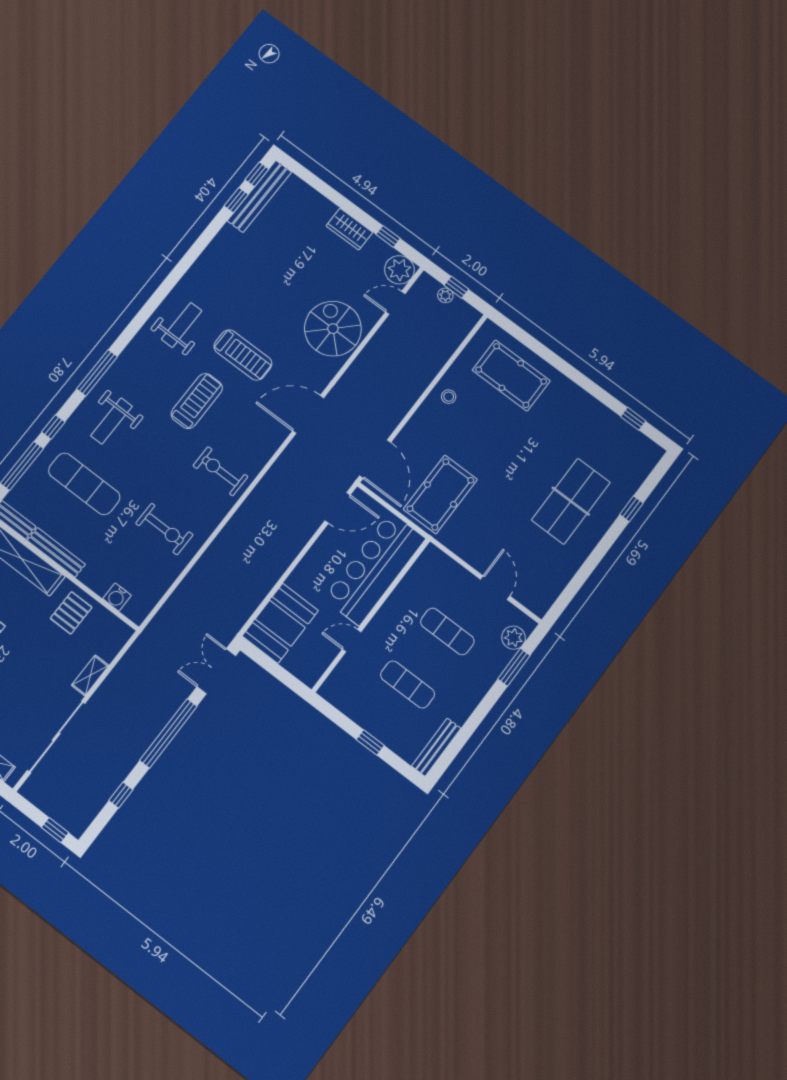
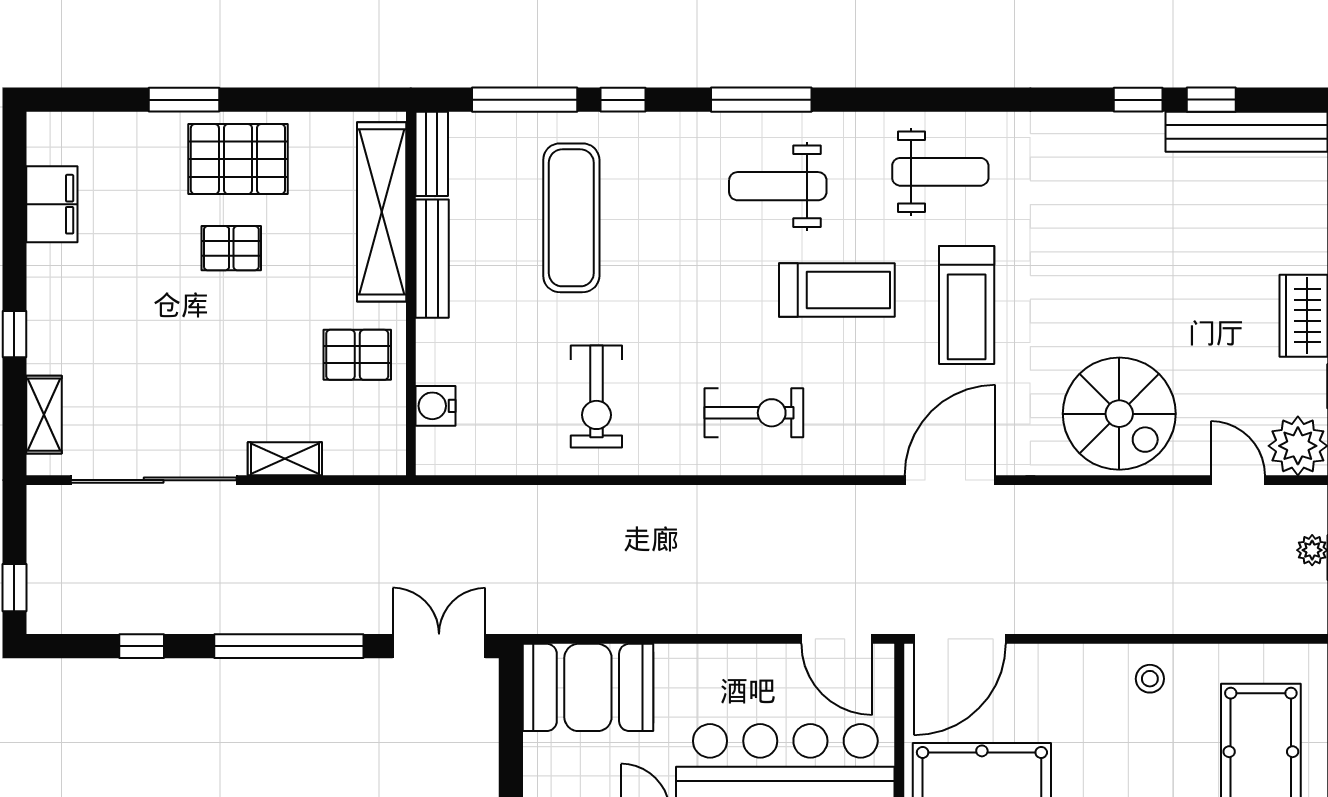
window: (257, 174) -> (1138, 100), moved
spiral stairs: (333, 329) -> (1119, 414), turned 90
door: (308, 414) -> (950, 480), hinge flipped
weight bench: (111, 421) -> (778, 186), moved
exercise bike: (220, 471) -> (754, 413), turned 90

